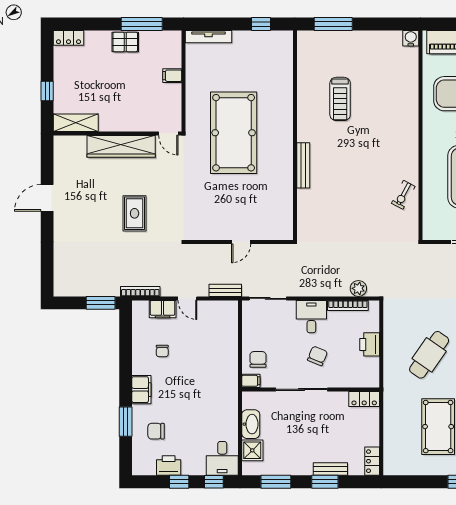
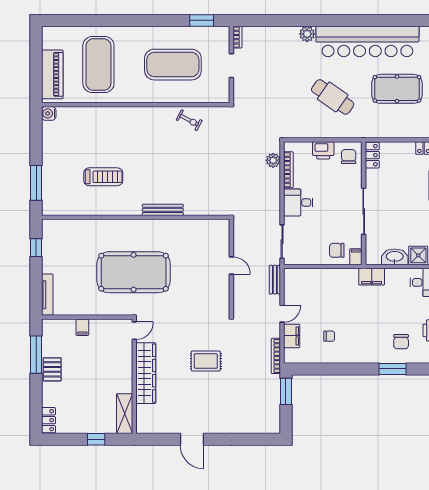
chair: (318, 356) -> (349, 157), moved, turned 68
filing cabinet: (141, 390) -> (372, 277), moved, turned 180

